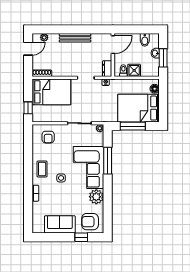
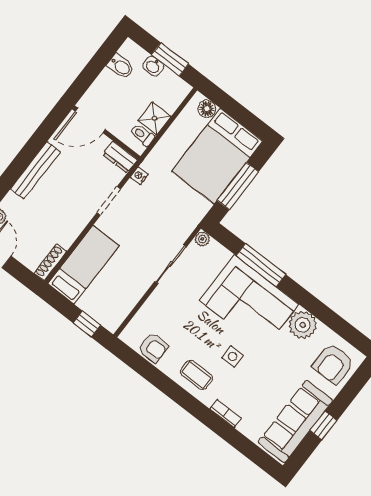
door: (113, 45) -> (90, 120), swing flipped
bed: (51, 92) -> (84, 265), width x0.67
armchair: (48, 137) -> (153, 348), moved
sofa: (60, 224) -> (295, 421), width x1.36
window: (81, 237) -> (324, 425), moved

